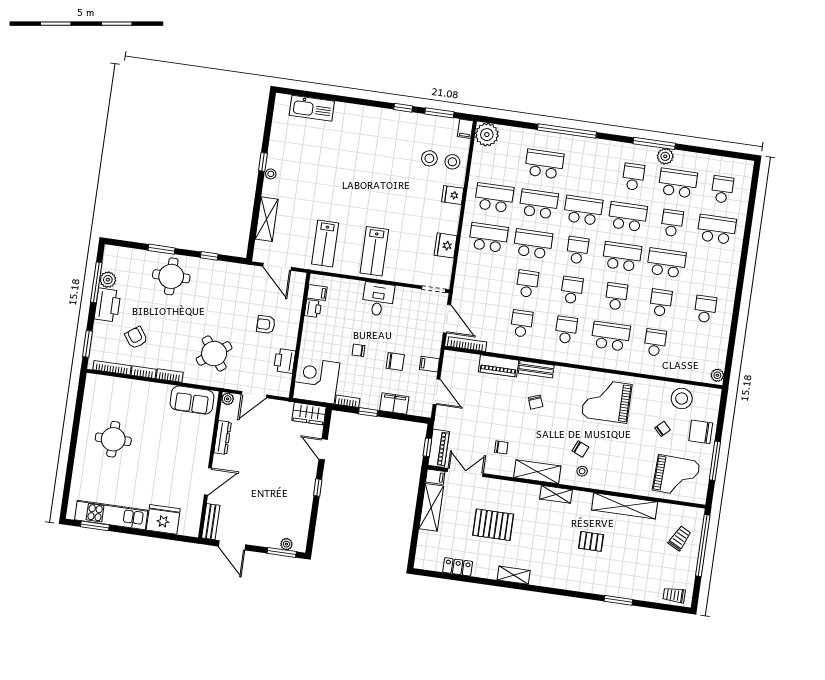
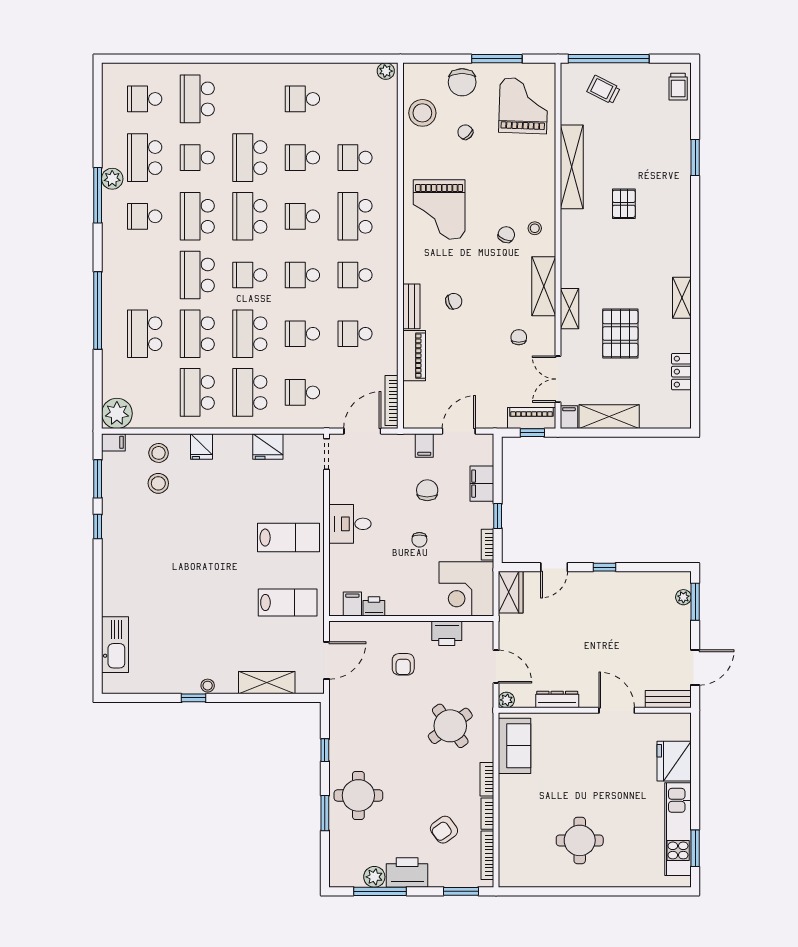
school desk: (483, 277) -> (302, 392), added
shelving: (556, 494) -> (569, 309), moved

